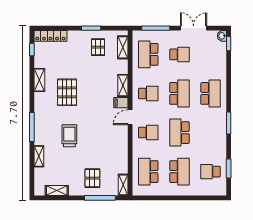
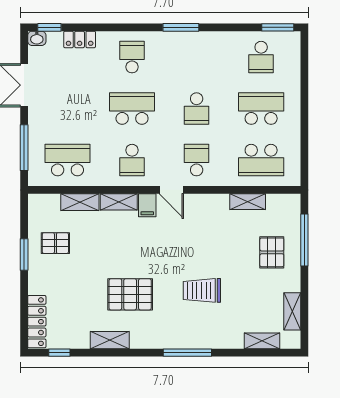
shelving: (123, 47) -> (80, 202), moved
school desk: (148, 54) -> (67, 160), turned 180
school desk: (179, 54) -> (67, 109), removed
locker: (221, 62) -> (80, 39), added
school desk: (148, 93) -> (132, 160), turned 180
school desk: (211, 93) -> (132, 57), width x0.54
school desk: (179, 133) -> (197, 109), width x0.54
shelving: (39, 156) -> (262, 341), moved
window: (229, 168) -> (278, 27), moved
pallet: (92, 178) -> (272, 252), turned 90
shelving: (123, 185) -> (248, 202), moved

